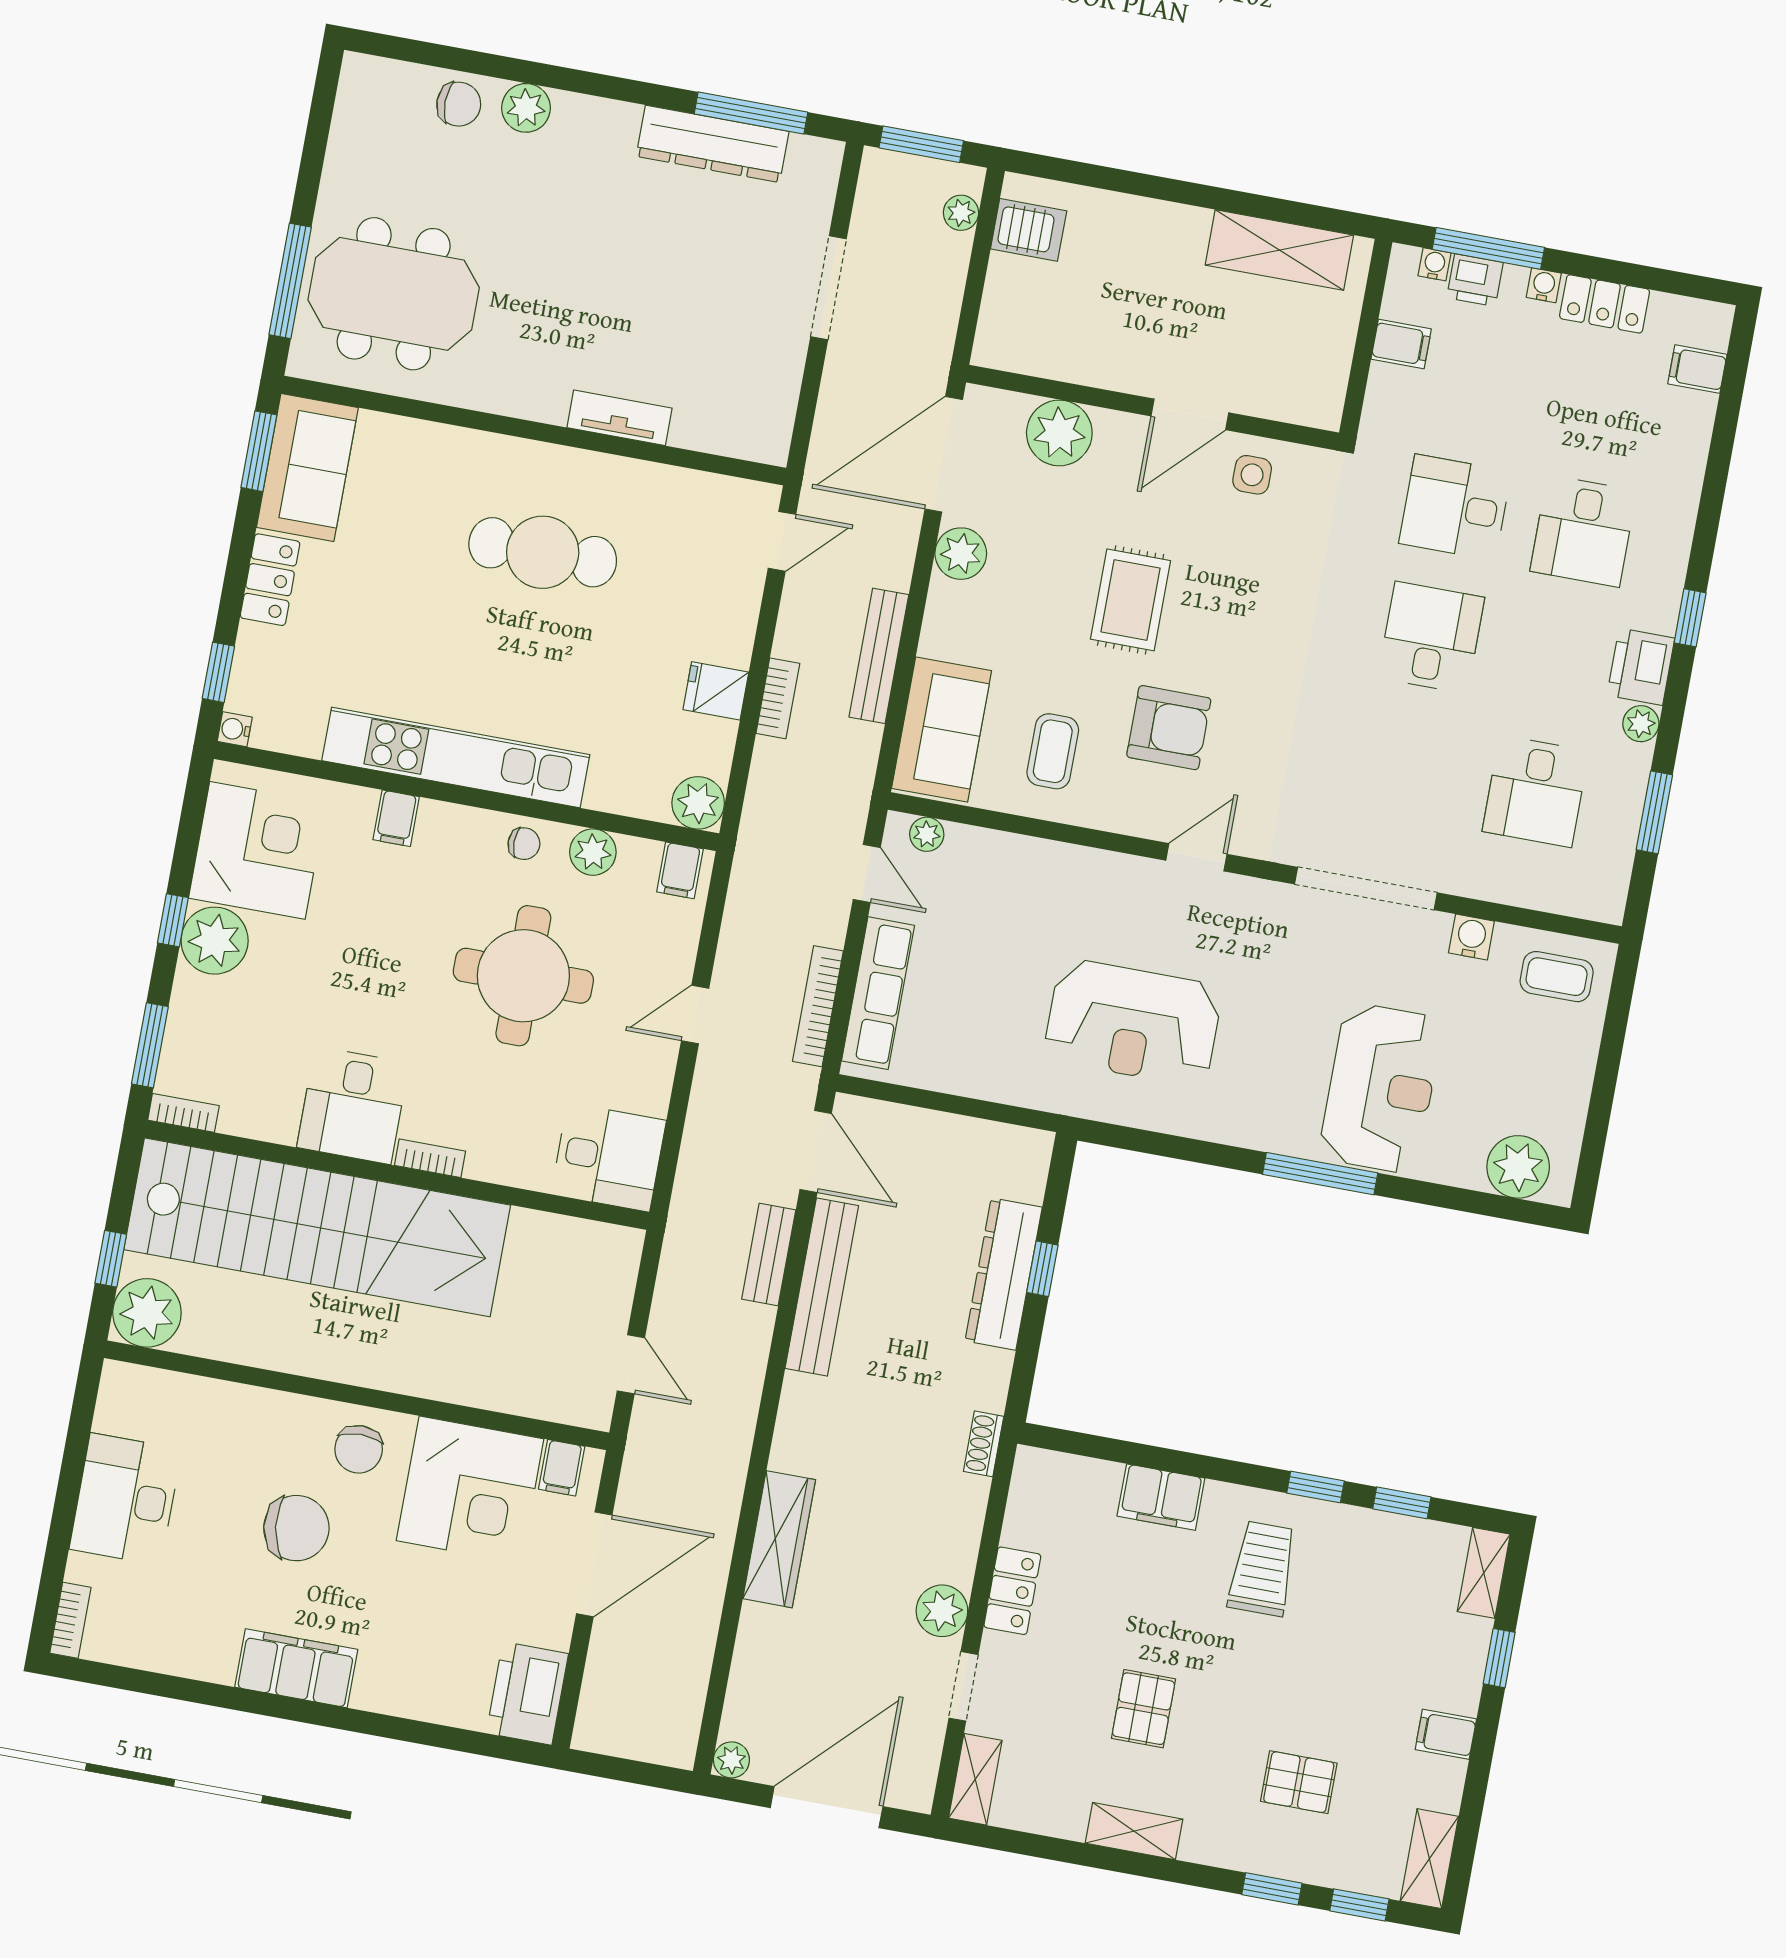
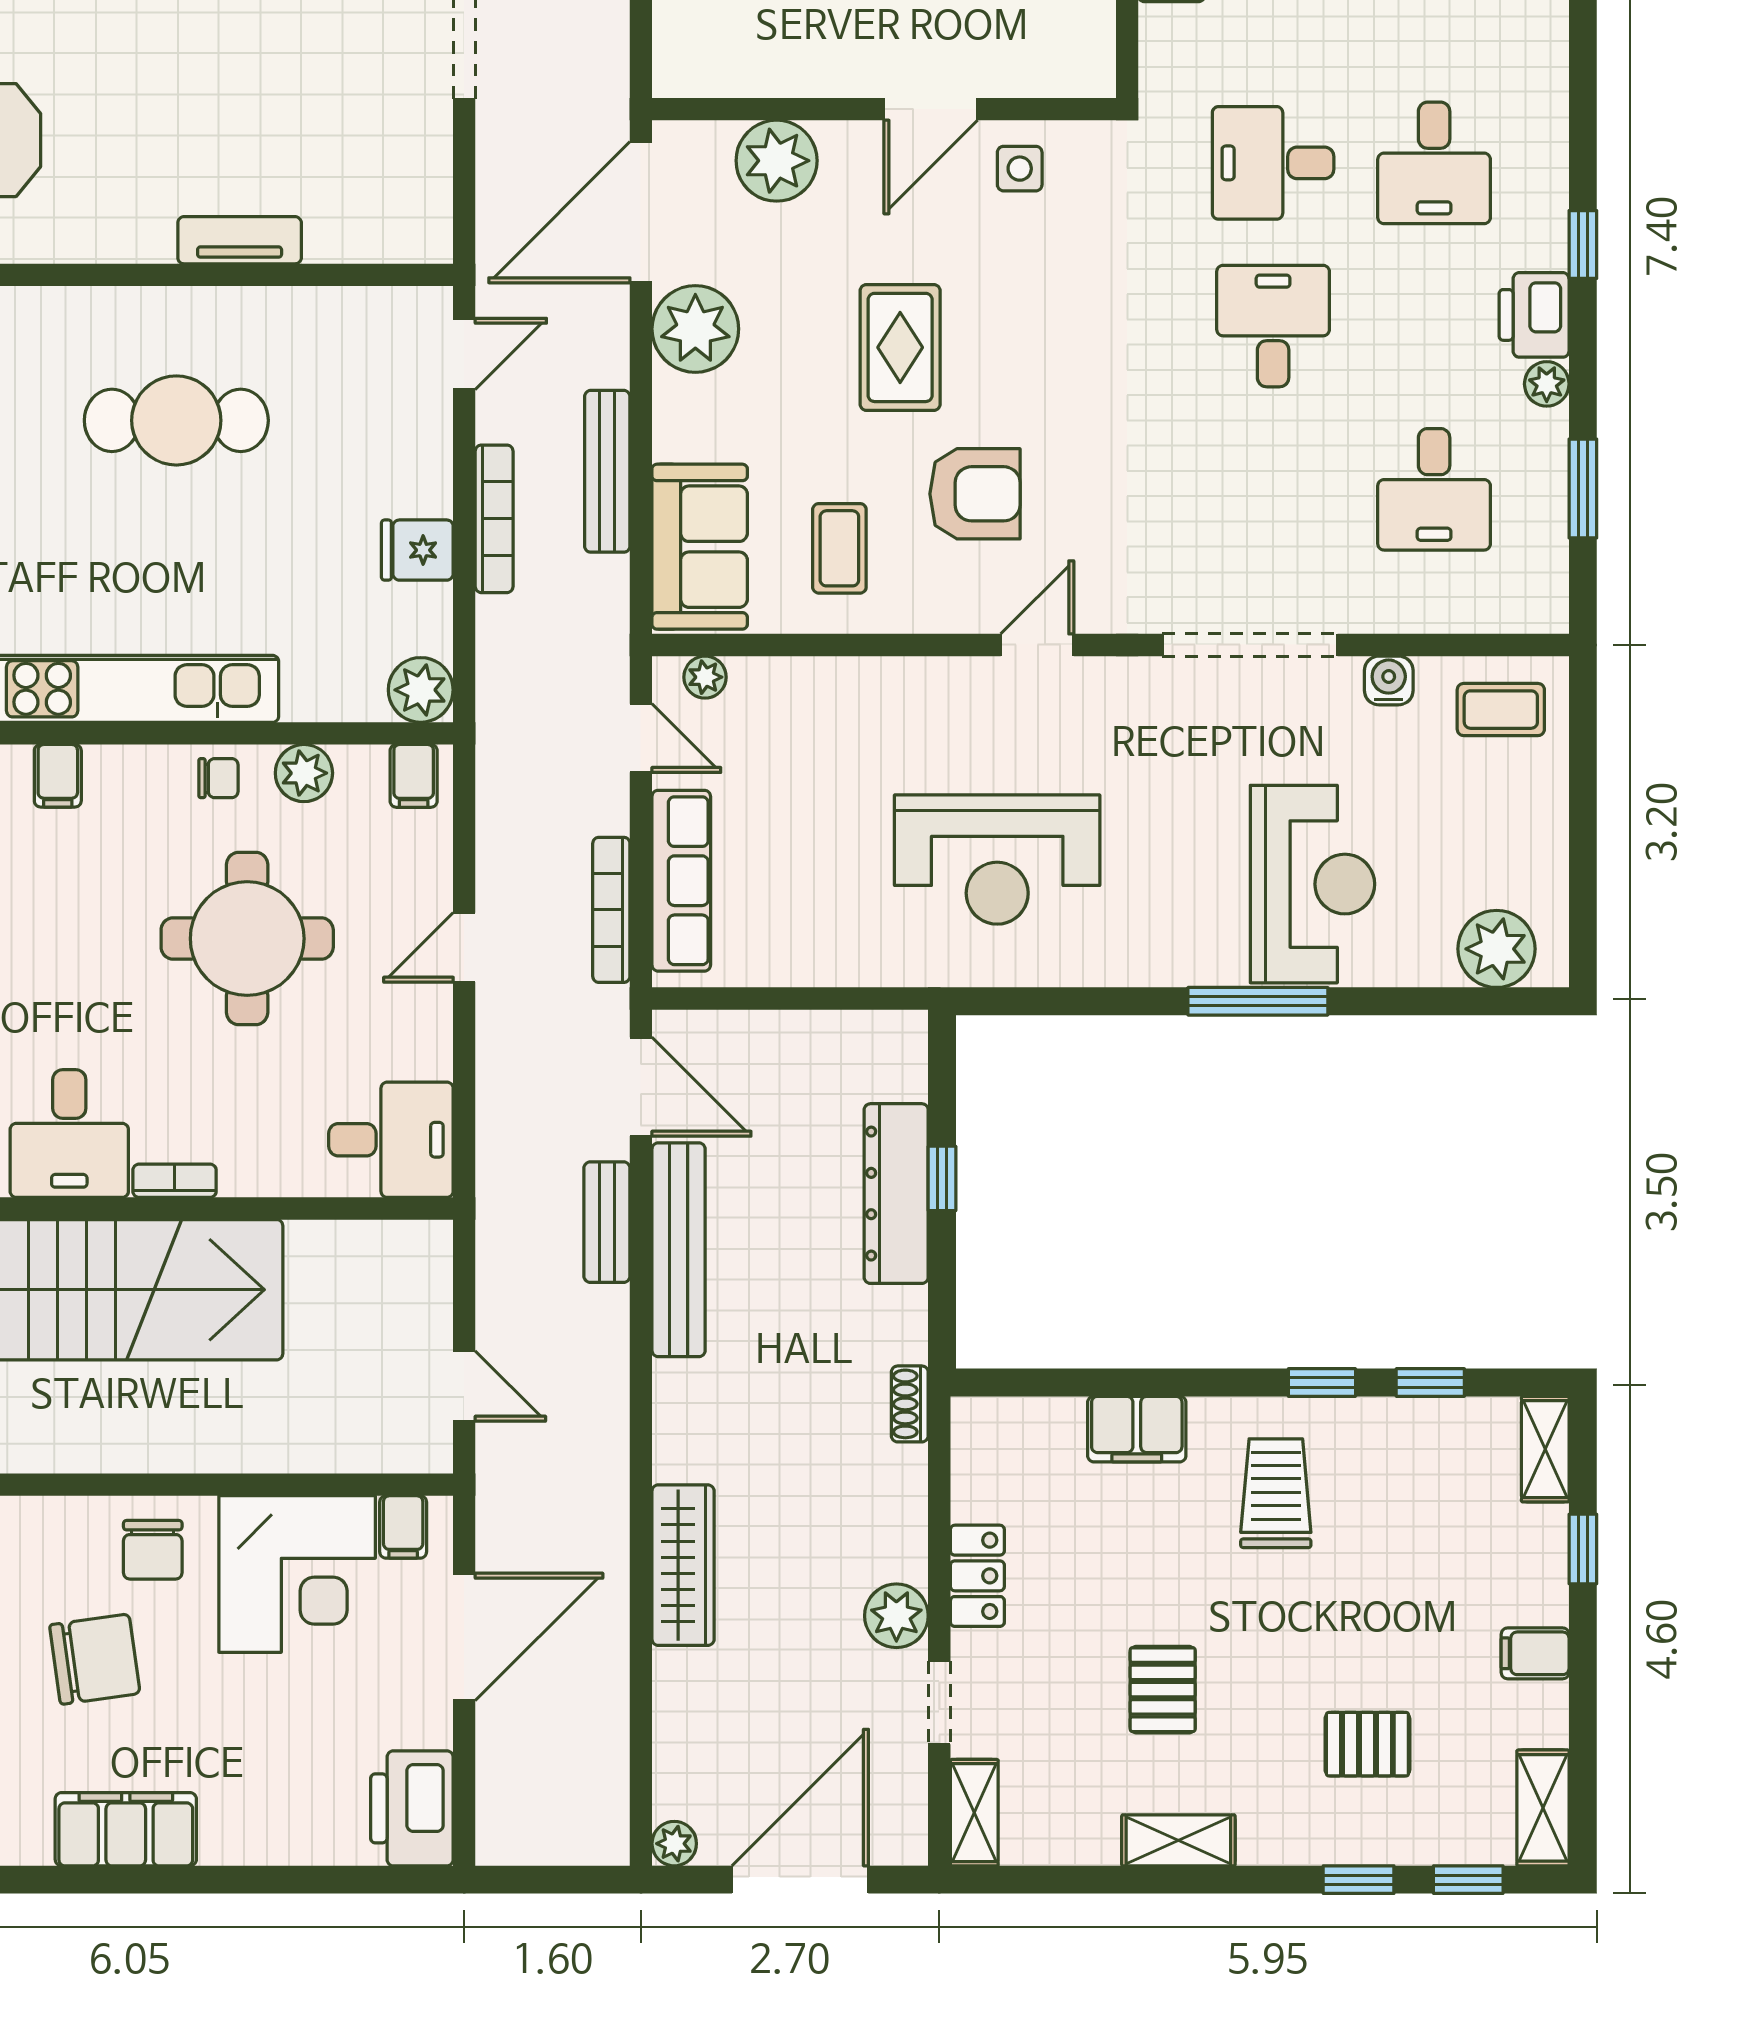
plant: (961, 554) -> (695, 329), width x1.36, depth x1.36
bookcase: (778, 698) -> (494, 519), width x1.56

